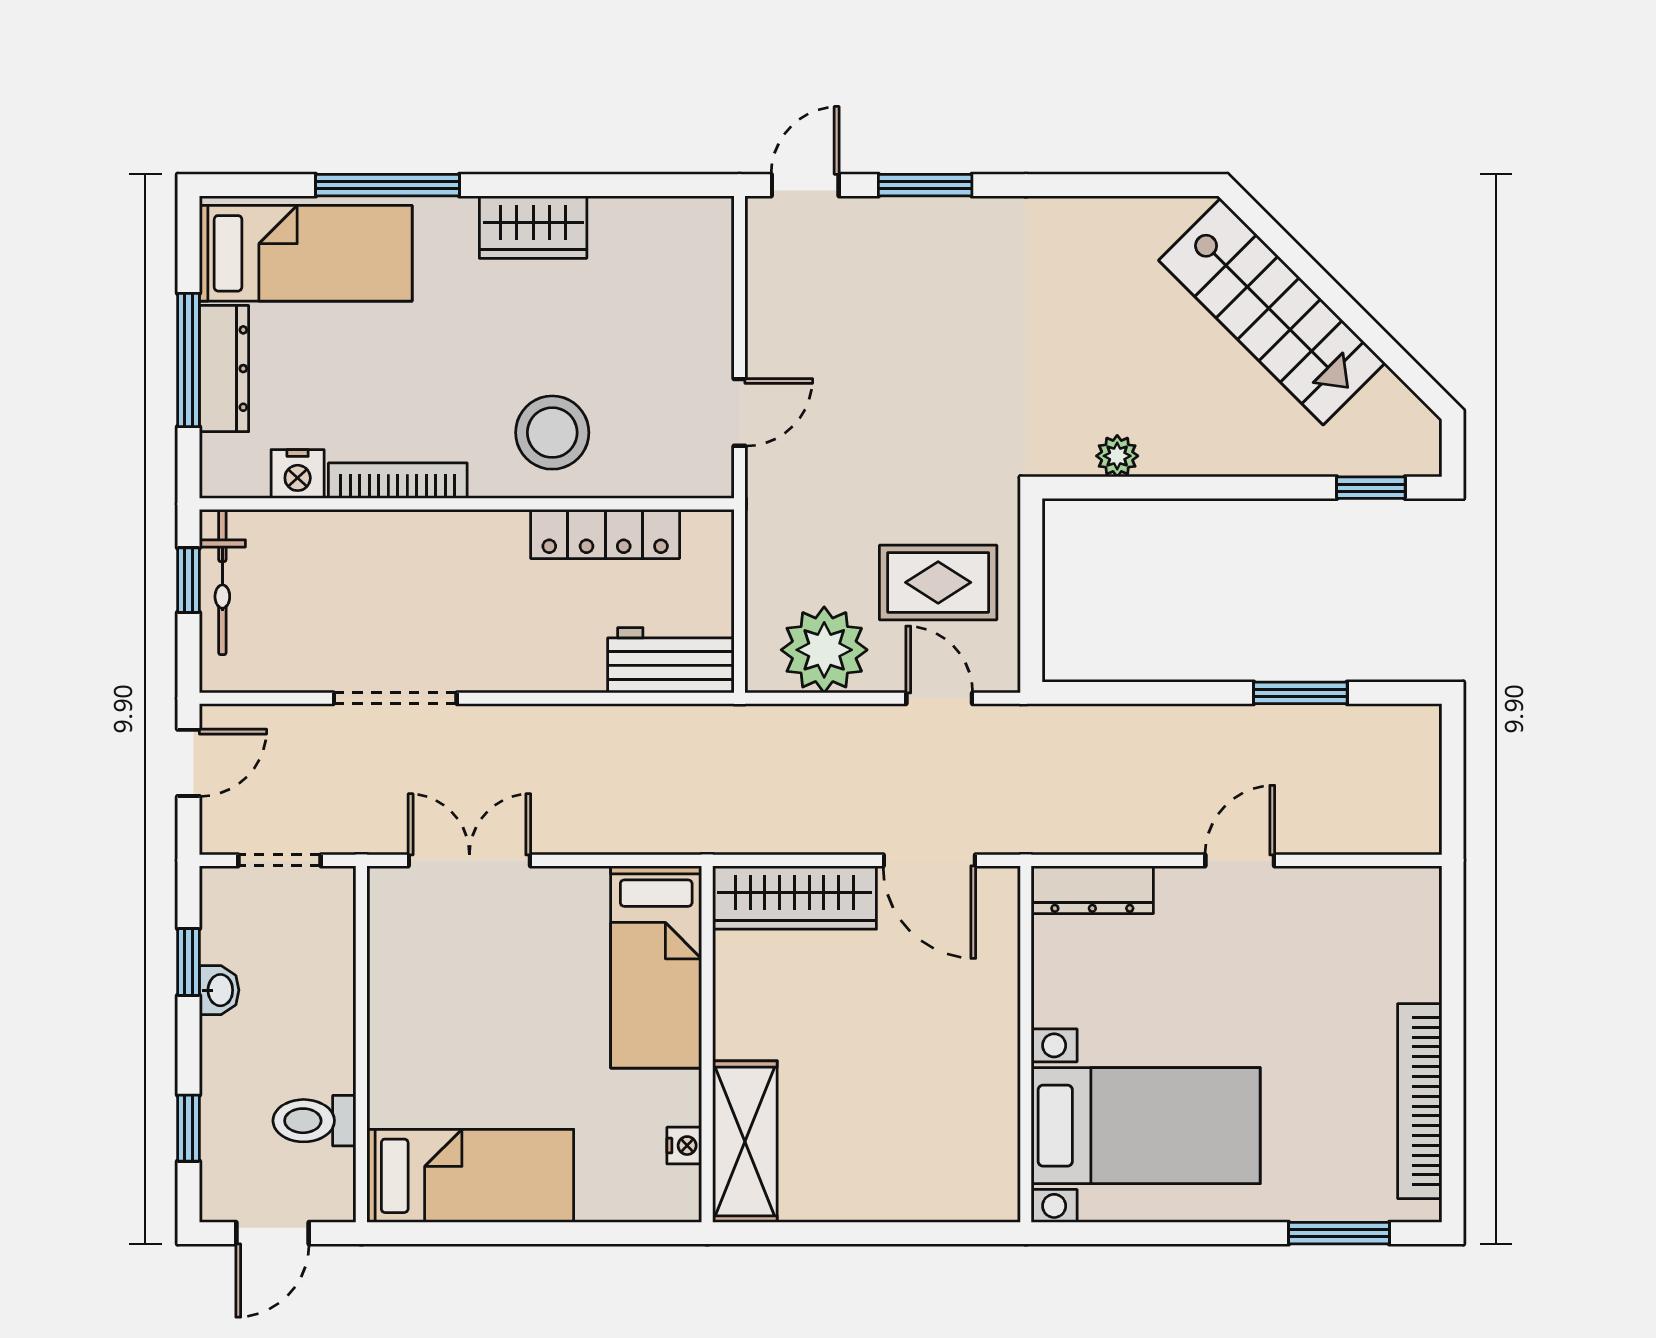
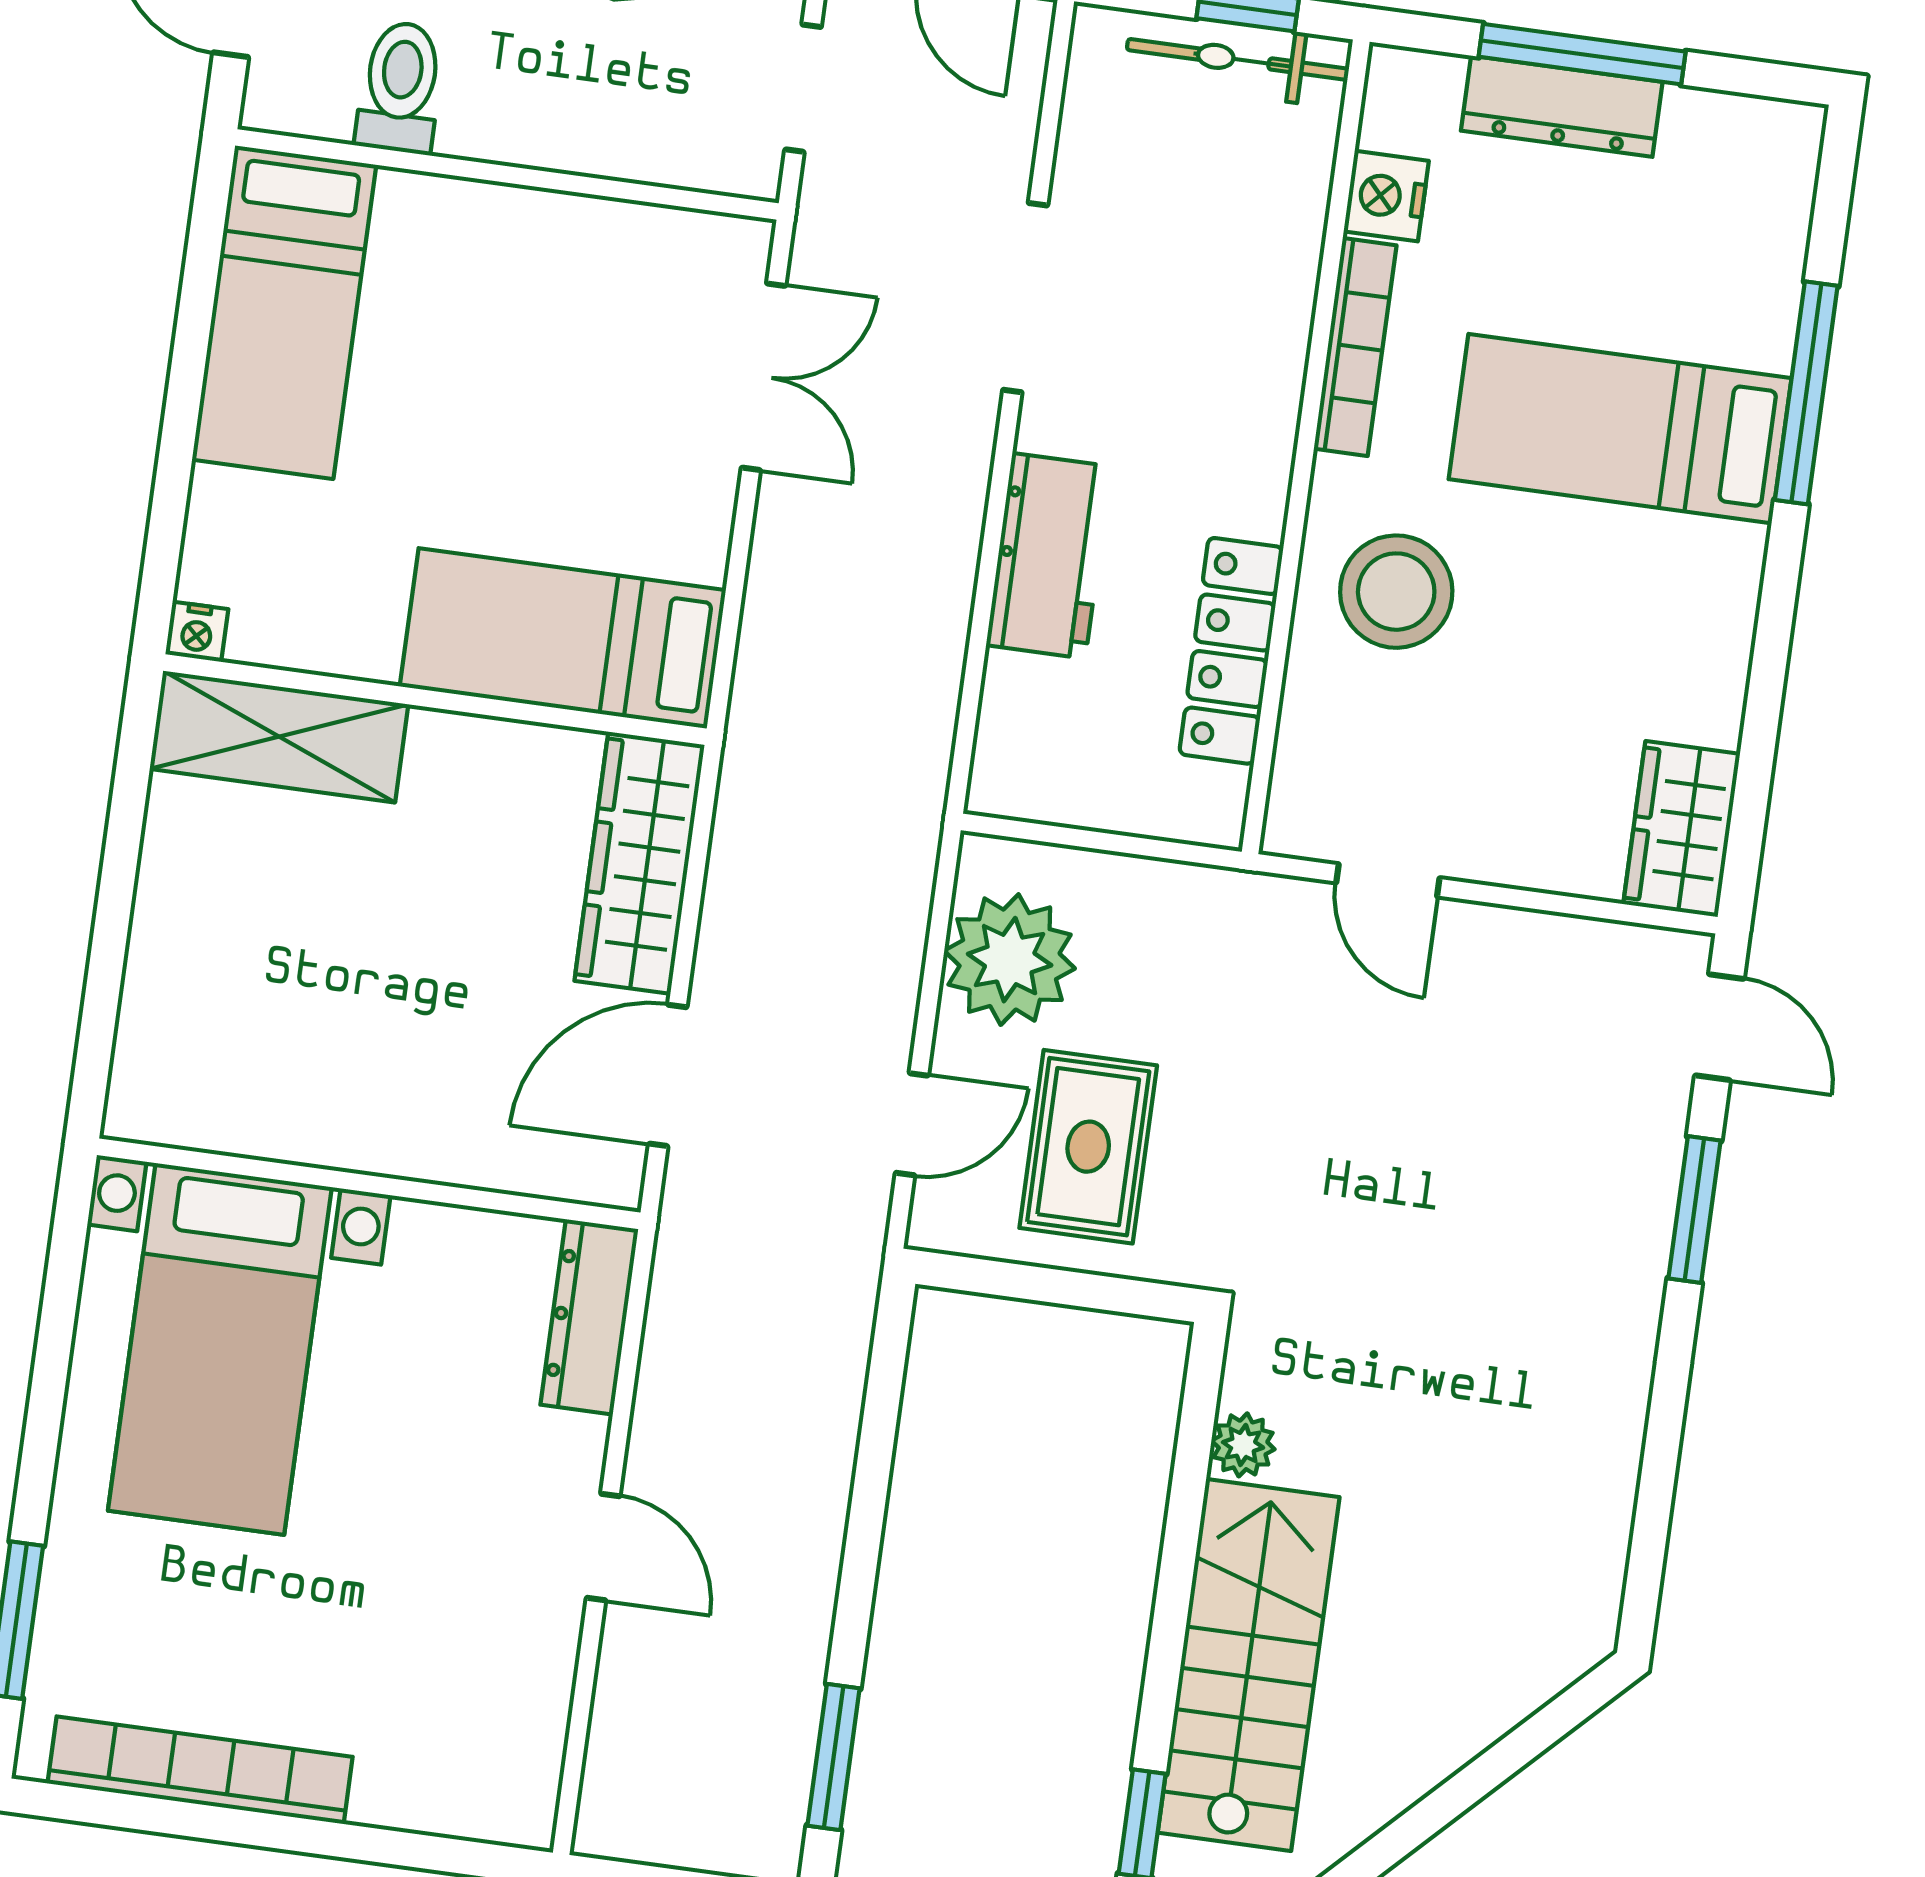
wardrobe: (533, 227) -> (1682, 829), moved
bed: (306, 253) -> (1620, 429), moved, turned 90
stairs: (1272, 312) -> (1249, 1665), moved, turned 135
workbench: (671, 660) -> (1049, 556), moved
window: (1300, 693) -> (834, 1757), moved
nightstand: (684, 1146) -> (197, 632), moved

